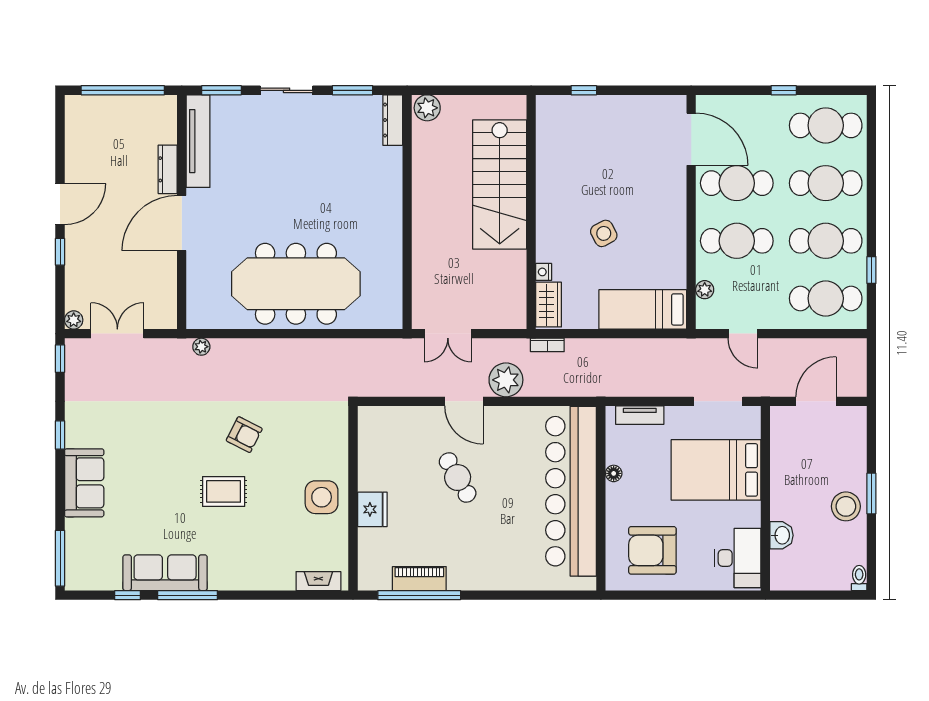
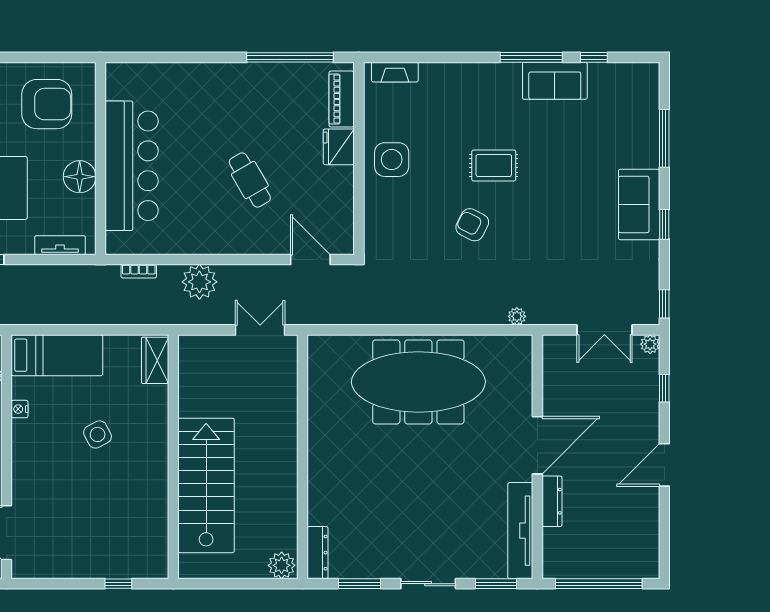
window: (60, 252) -> (664, 388), moved
nightstand: (544, 272) -> (20, 409), moved, turned 180
bookcase: (547, 345) -> (139, 271), moved, turned 180
door: (464, 401) -> (310, 259), moved
floor lamp: (614, 473) -> (80, 177), width x1.89, depth x1.89
sofa: (84, 483) -> (639, 204), moved
bar counter: (571, 491) -> (132, 166), width x0.73
window: (60, 558) -> (664, 138), moved
sofa: (165, 573) -> (555, 81), width x0.73
piano: (419, 579) -> (342, 99), moved, turned 90

